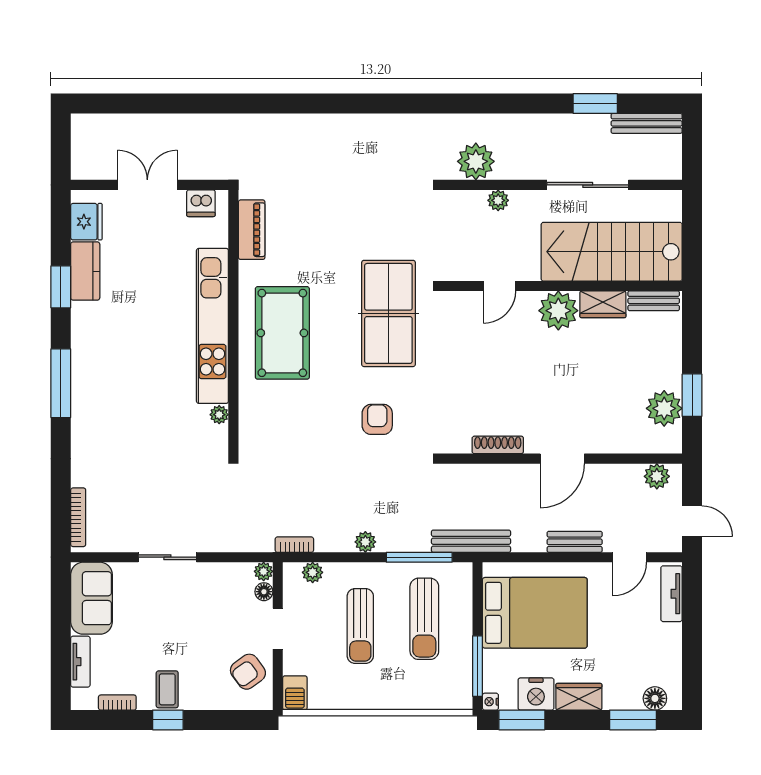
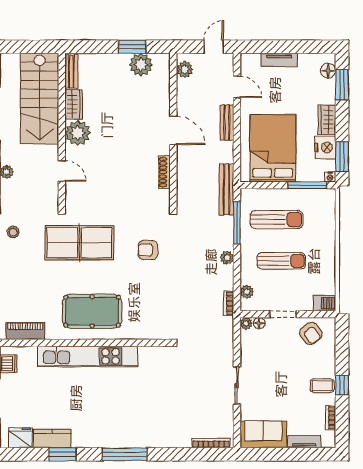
stool: (405, 211) -> (13, 232), added
plant: (219, 415) -> (145, 352), removed
tv unit: (672, 594) -> (279, 60), moved

